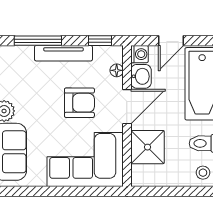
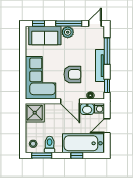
door: (171, 41) -> (107, 126), hinge flipped
armchair: (79, 103) -> (72, 74), turned -90
shower: (147, 147) -> (35, 113), moved

